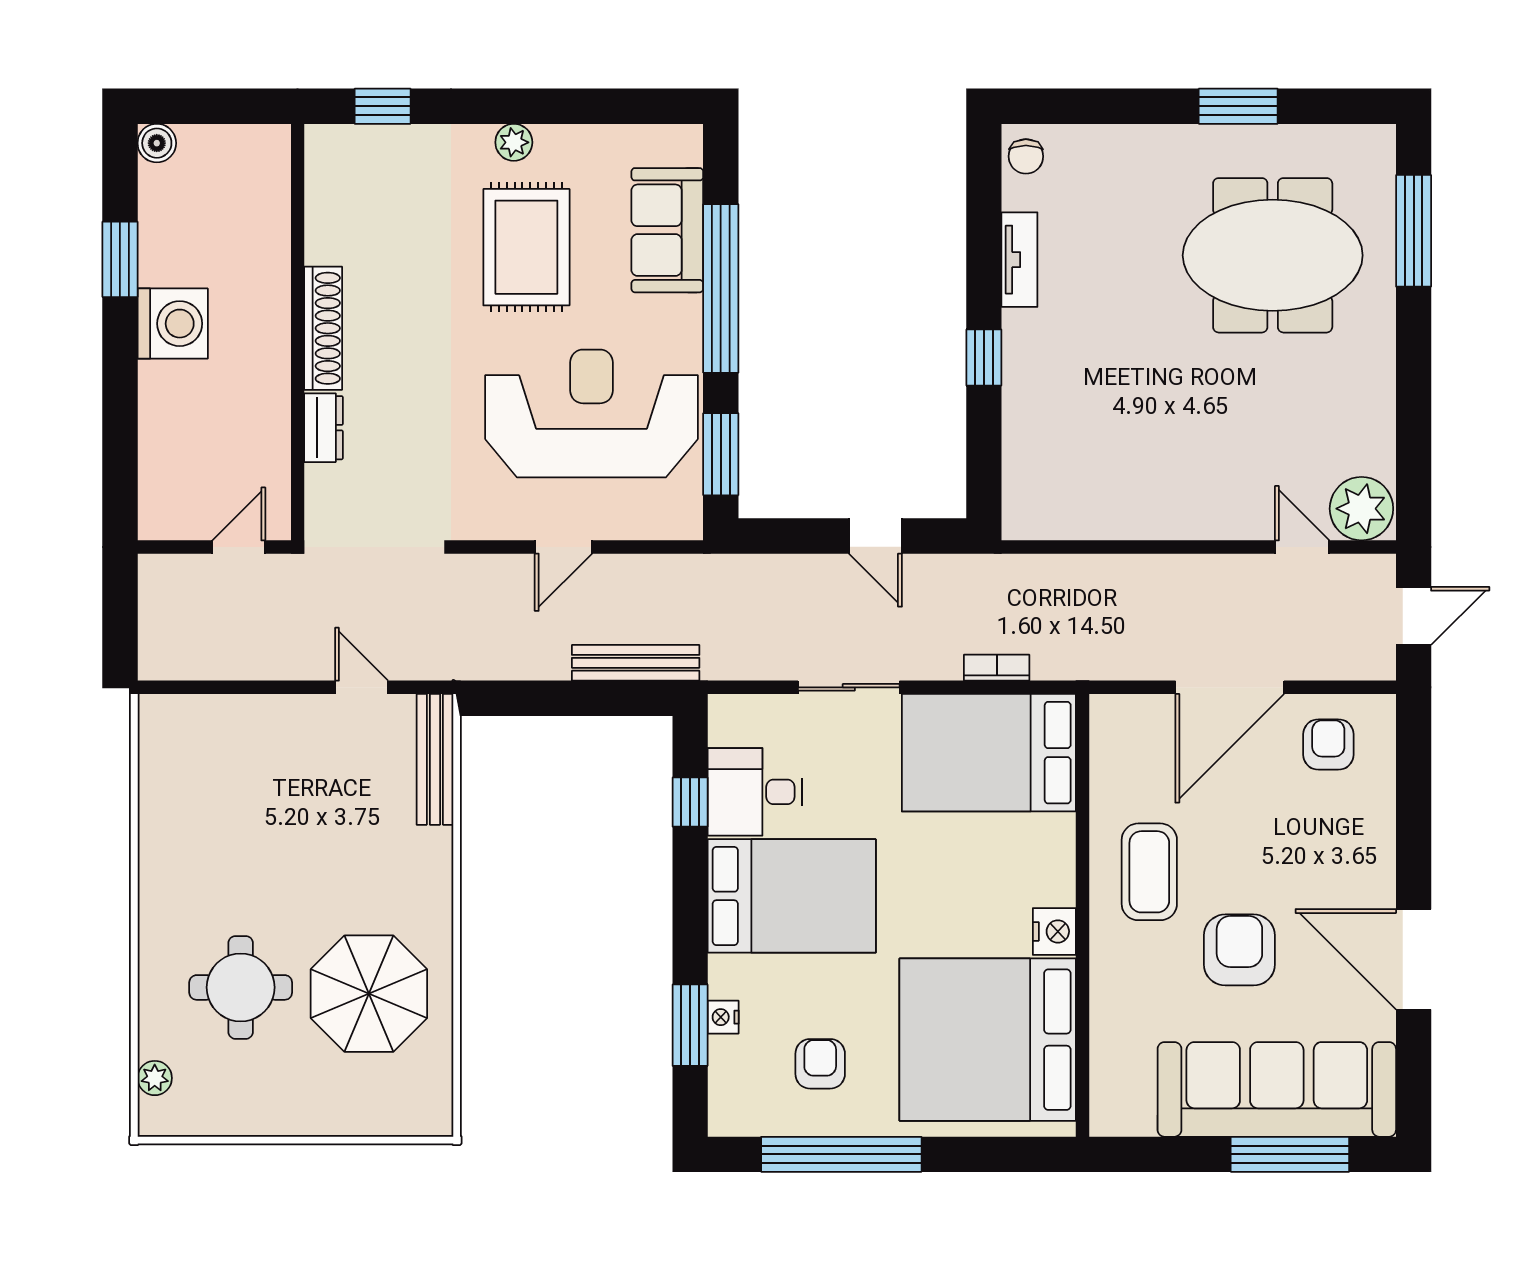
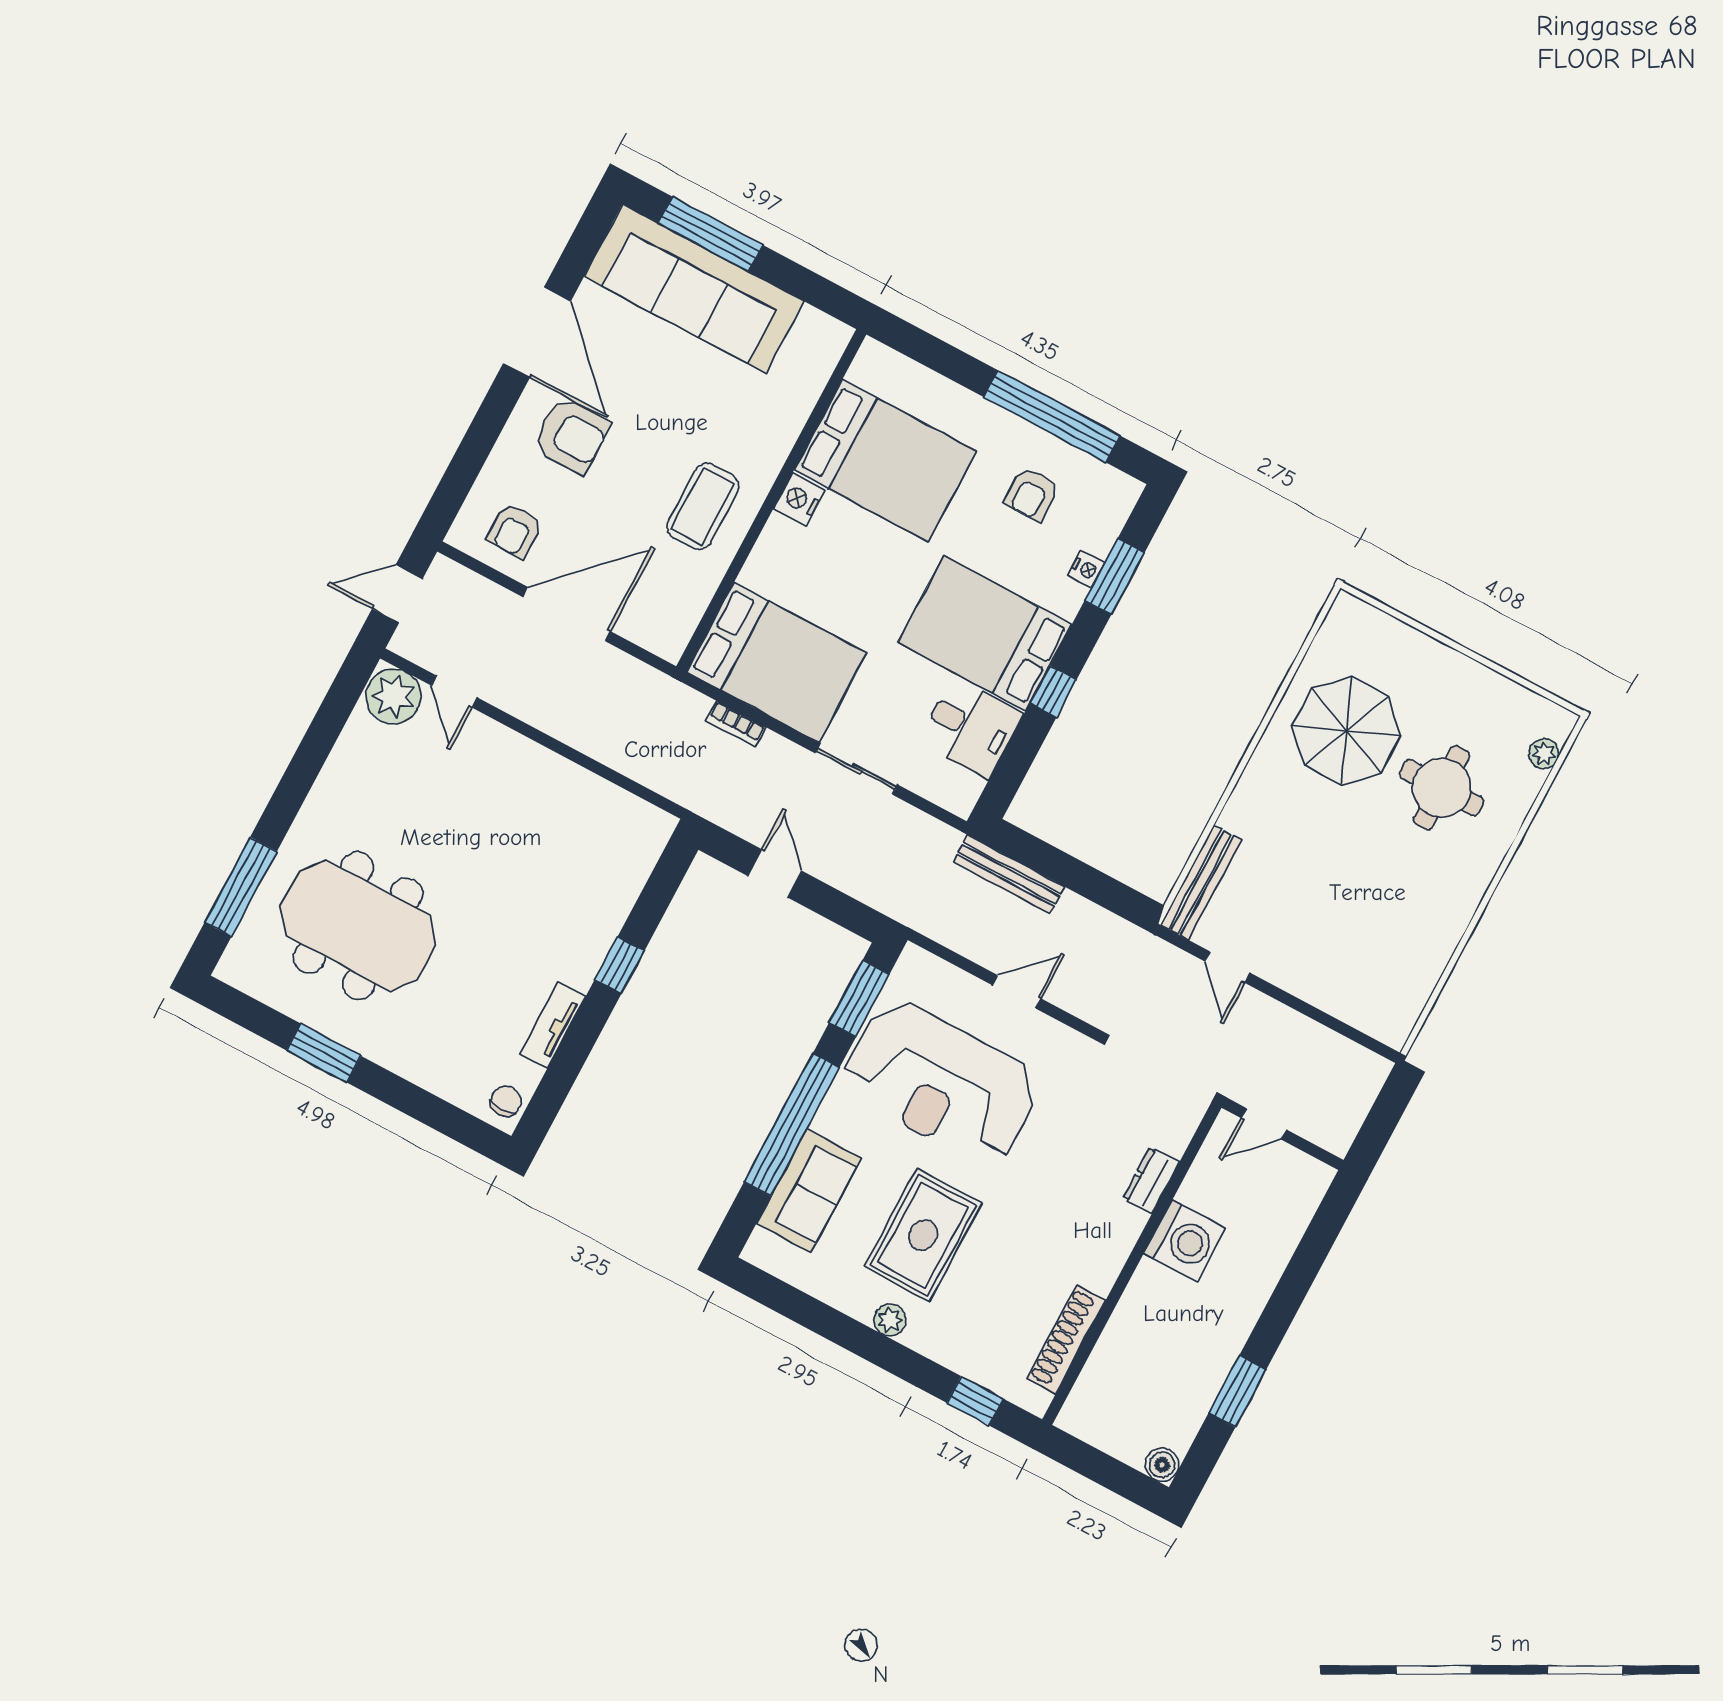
washing machine: (173, 324) -> (1185, 1241), moved, turned 180
shoe rack: (323, 328) -> (1066, 1339), moved
window: (690, 802) -> (1053, 692), moved
armchair: (1239, 950) -> (571, 435), moved, turned -90
bed: (988, 1040) -> (885, 461), width x0.73

